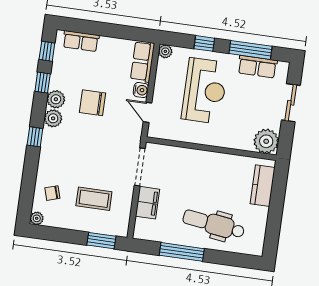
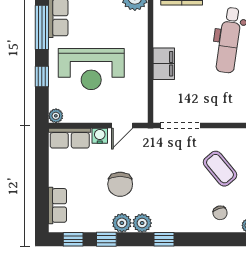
reception desk: (205, 91) -> (91, 69), turned 180
coffee table: (94, 199) -> (220, 169), turned -40
filing cabinet: (147, 203) -> (164, 64), moved, turned 90

